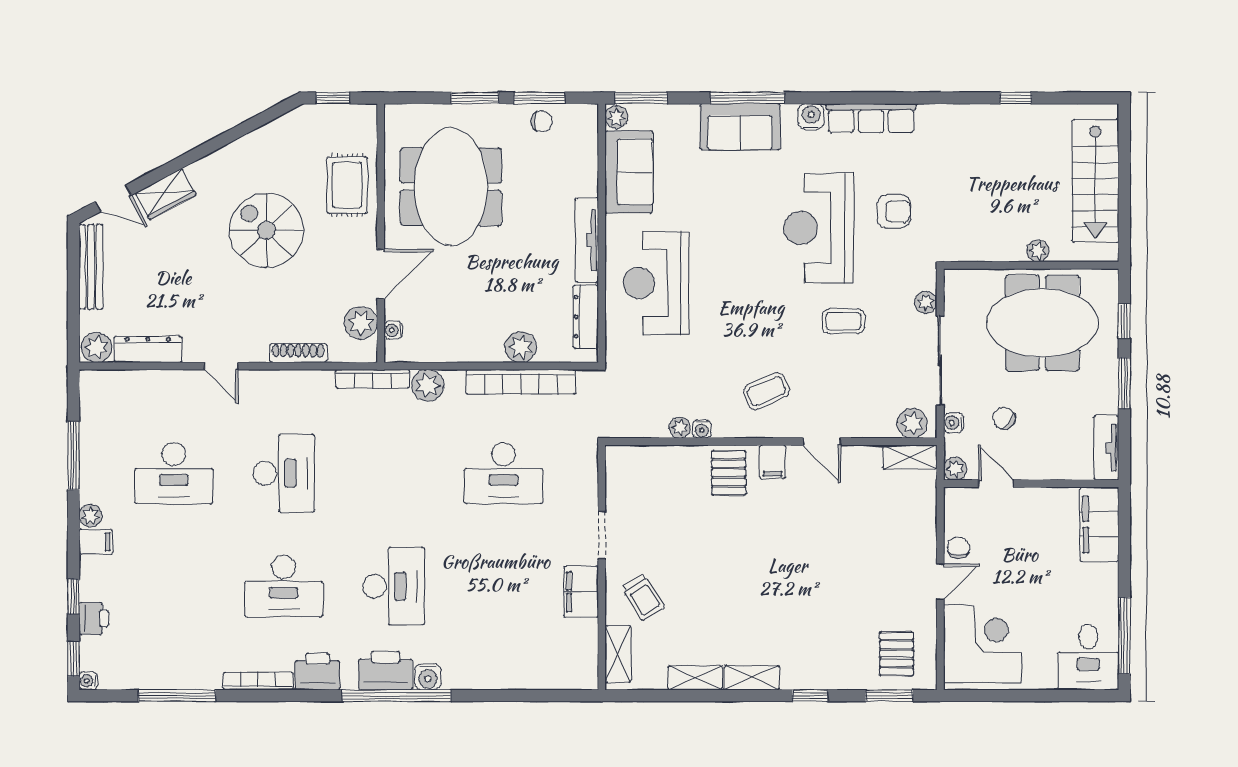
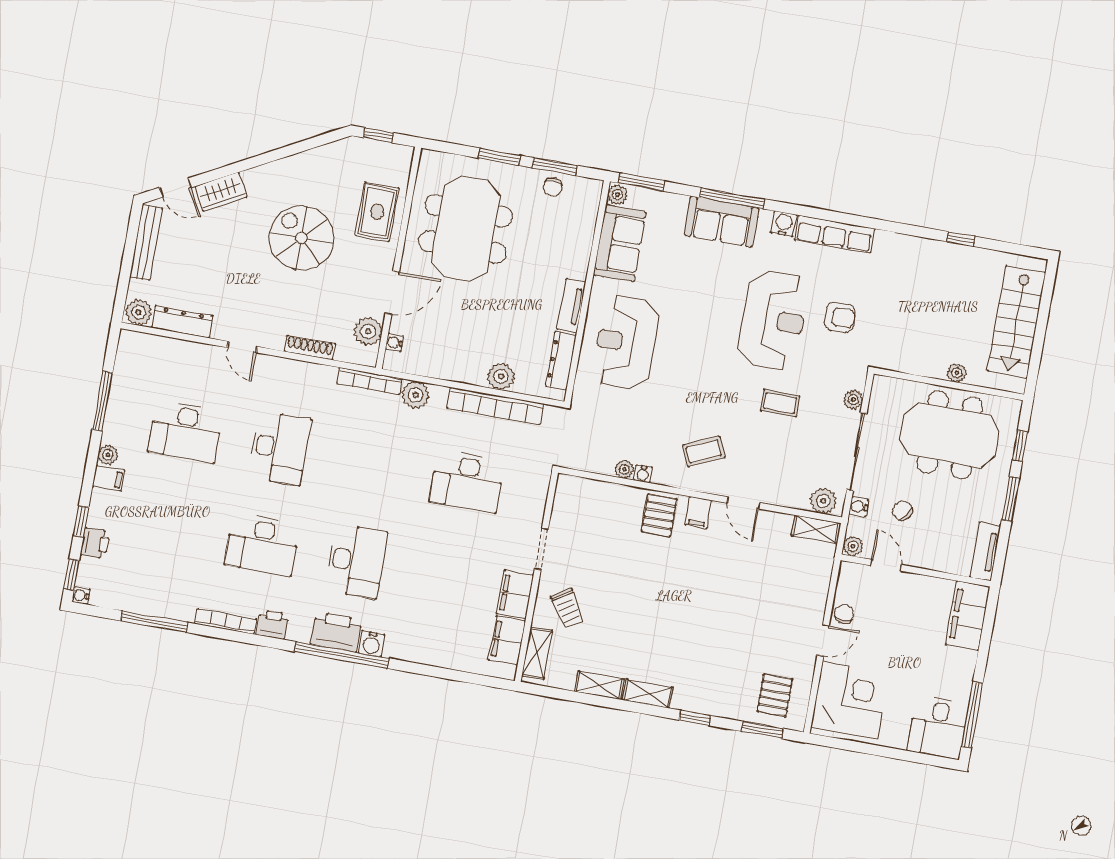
chair: (541, 121) -> (553, 187), turned 90
reception desk: (819, 228) -> (773, 320), turned 180
tv unit: (587, 240) -> (572, 306), width x0.71
filing cabinet: (581, 646) -> (507, 640), added
printer: (317, 672) -> (272, 625), width x0.73, depth x0.81

